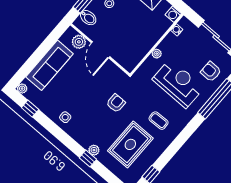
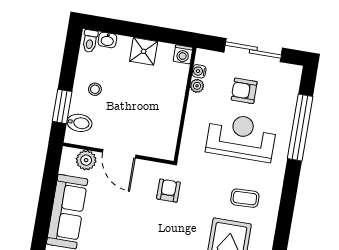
plant: (157, 54) -> (197, 86), moved
armchair: (211, 72) -> (244, 91), moved
armchair: (116, 103) -> (168, 191), moved

